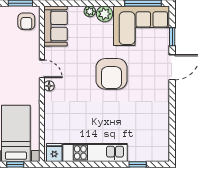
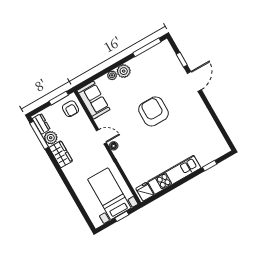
corner sofa: (142, 26) -> (155, 64), removed
armchair: (111, 74) -> (153, 111), turned 180

